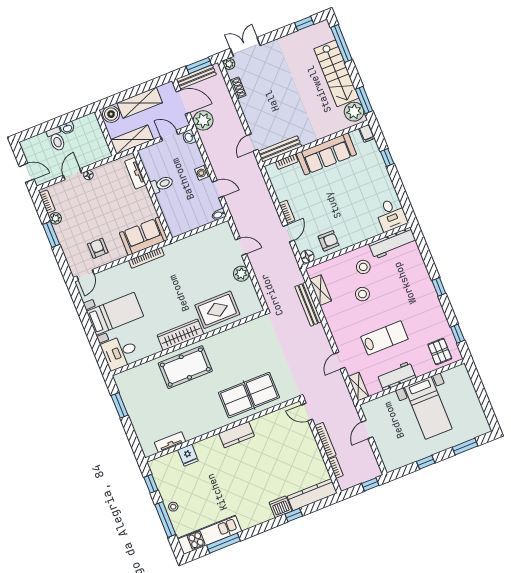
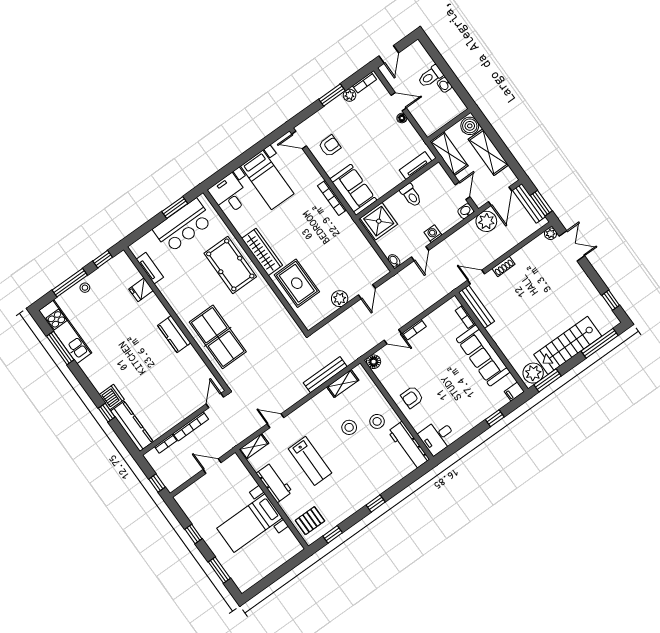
shoe rack: (238, 88) -> (503, 266), moved
shower: (179, 220) -> (379, 221), added
armchair: (329, 241) -> (412, 397), moved, turned 90
bar counter: (138, 402) -> (183, 226), added

